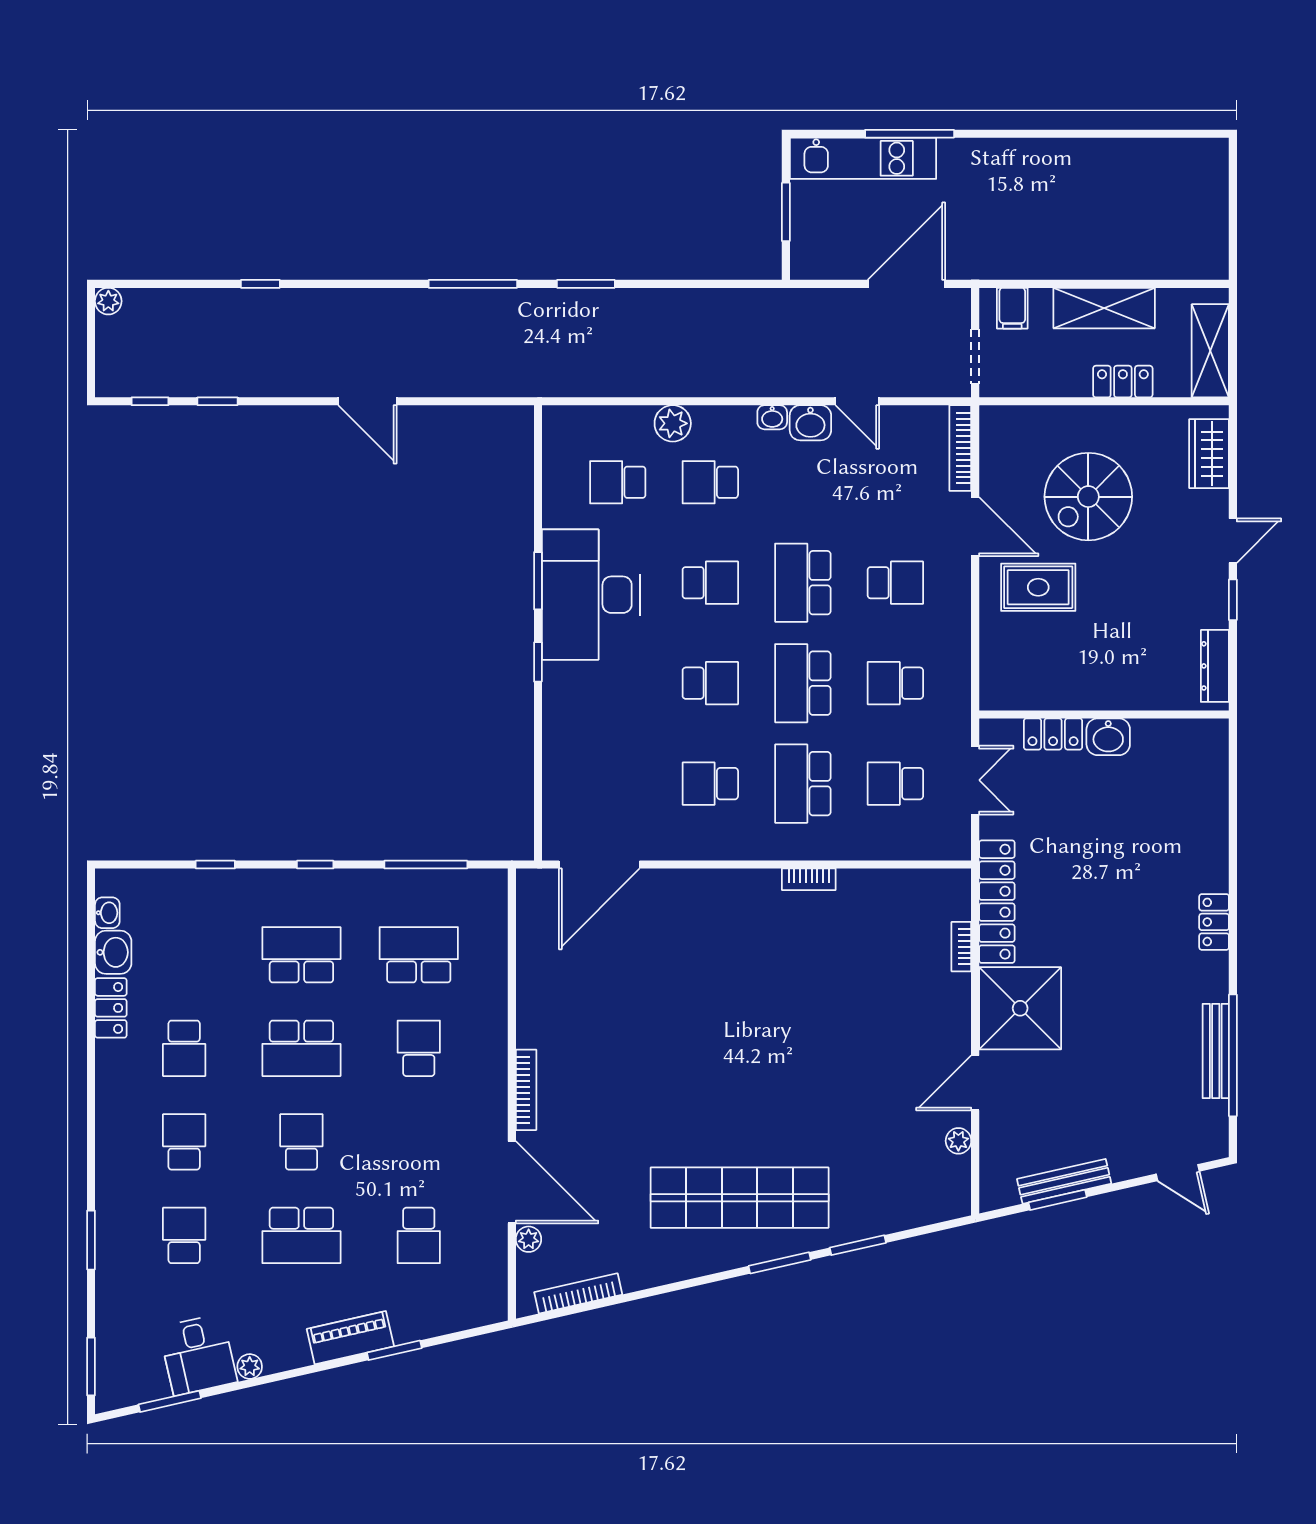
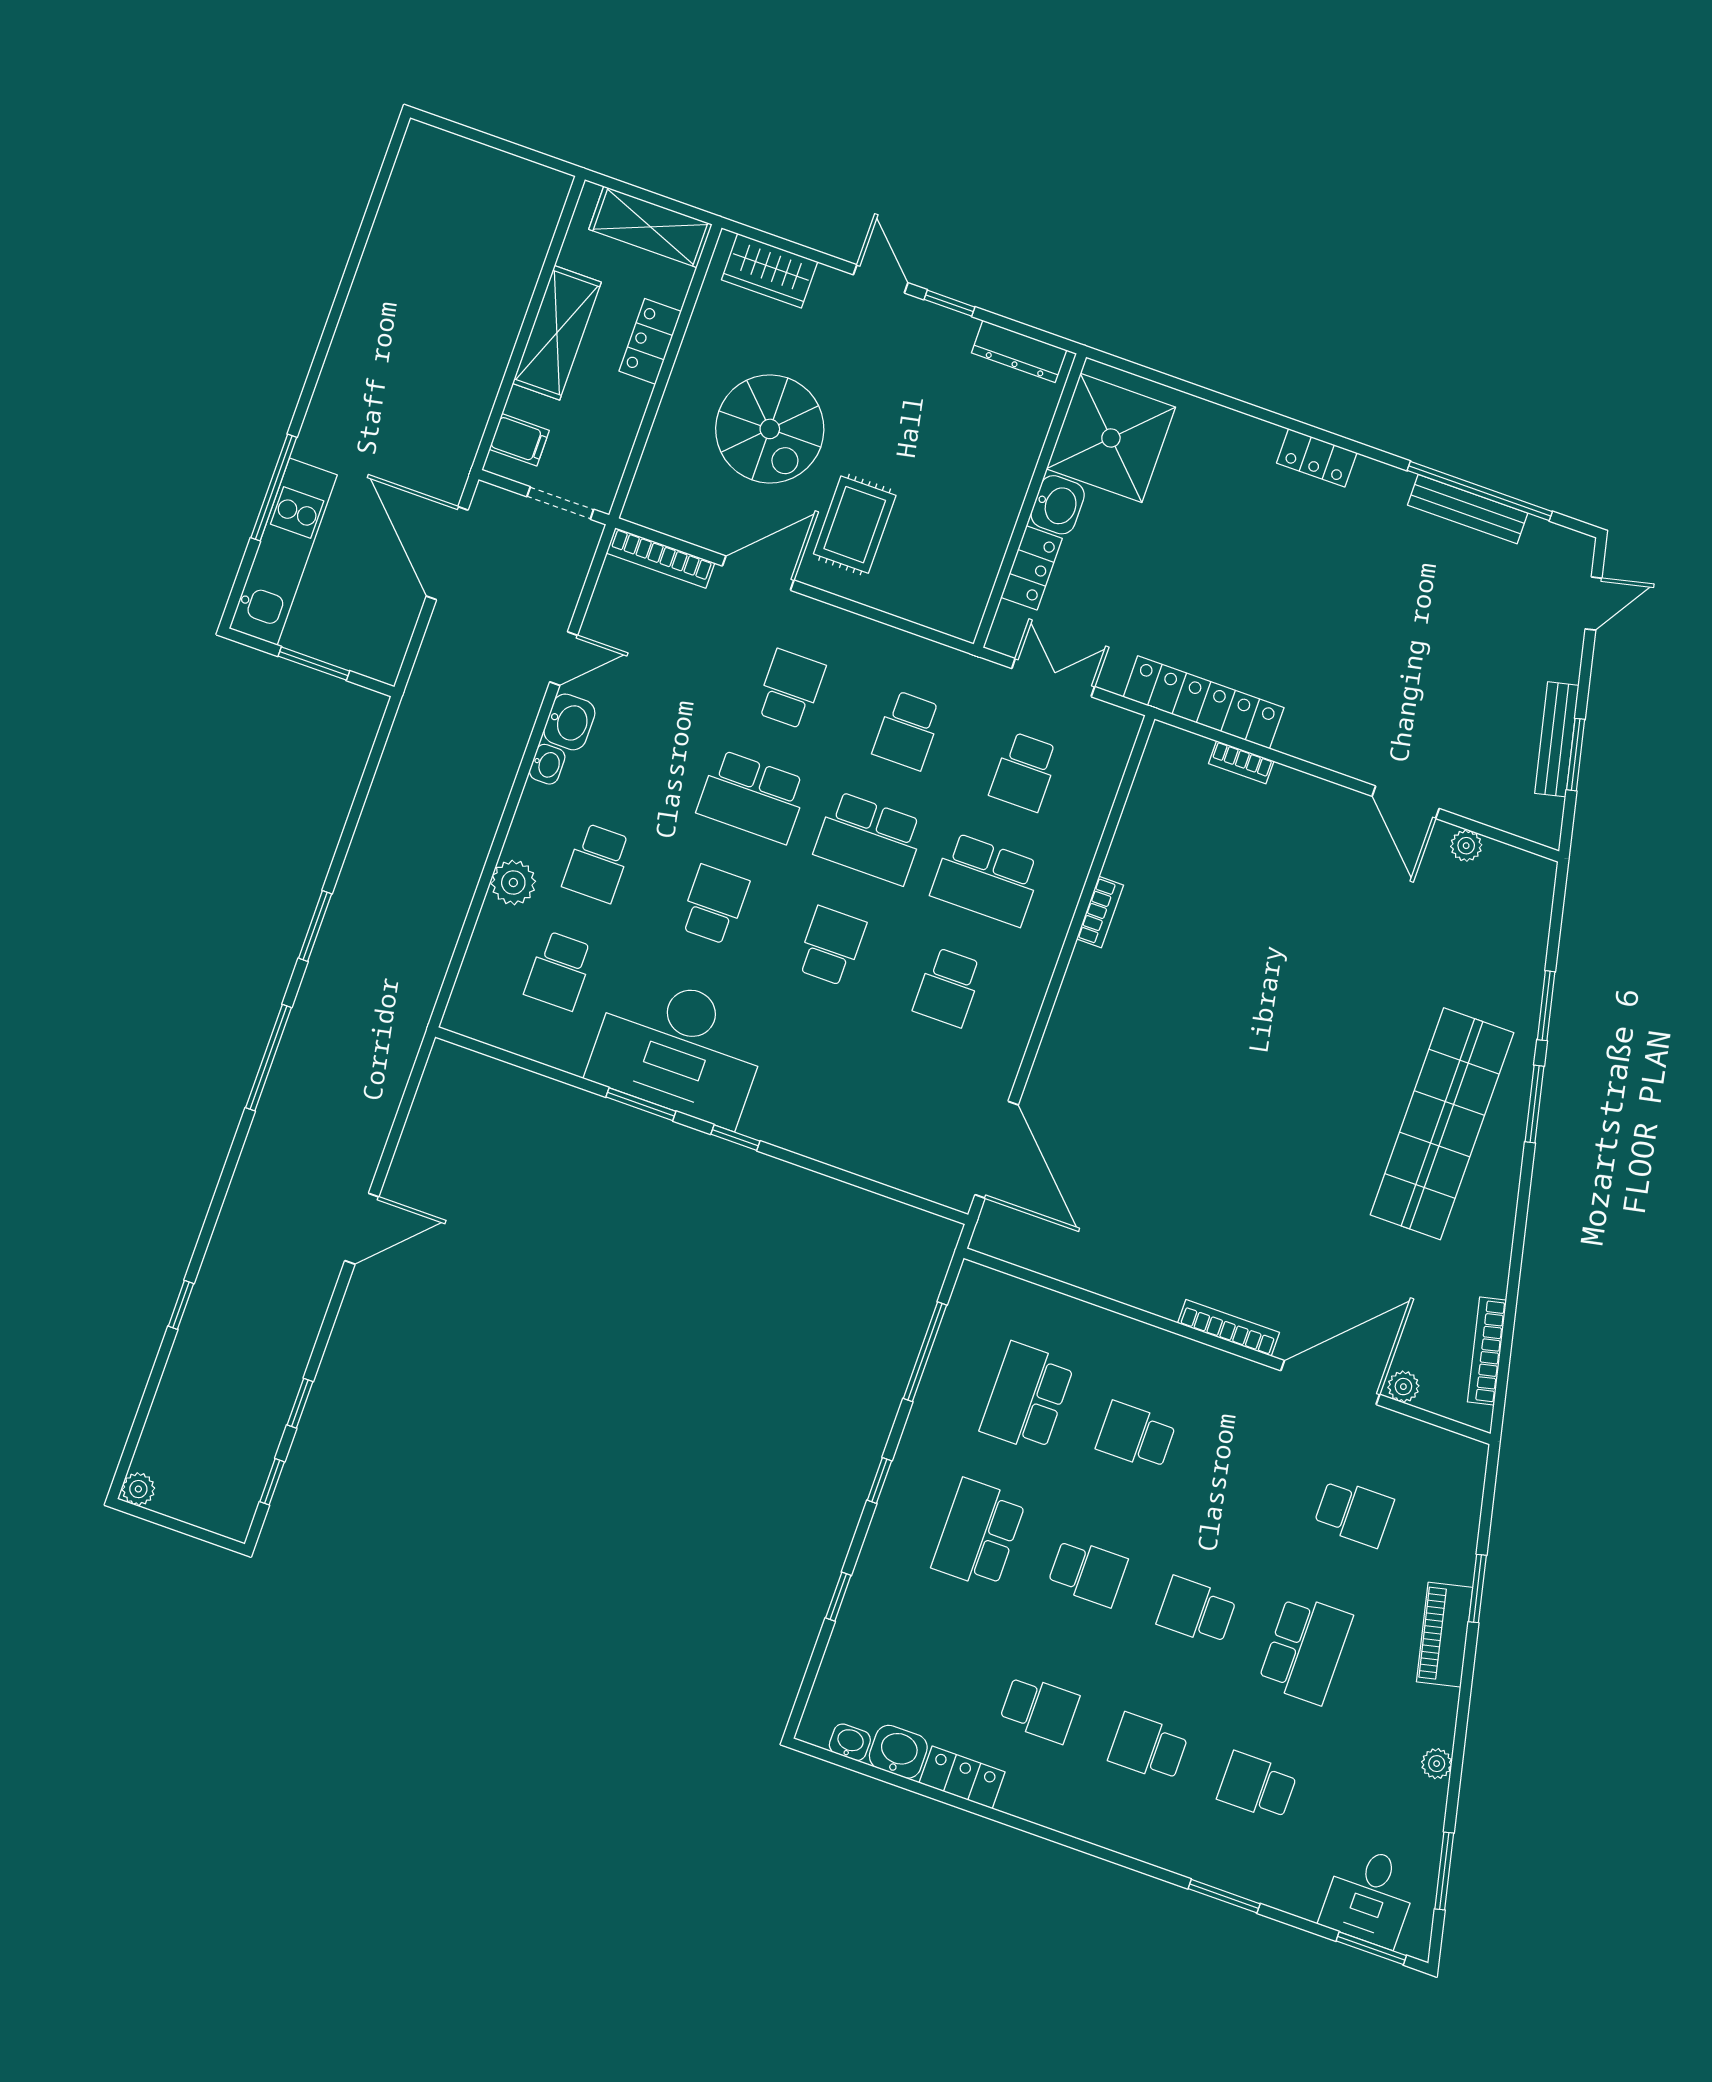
shower: (1020, 1008) -> (1111, 438), moved
school desk: (301, 1048) -> (1088, 1572), width x0.54
desk: (198, 1355) -> (1370, 1896), moved, turned 103

